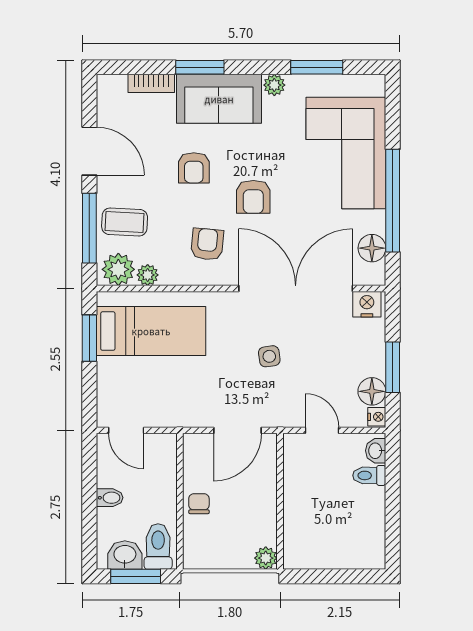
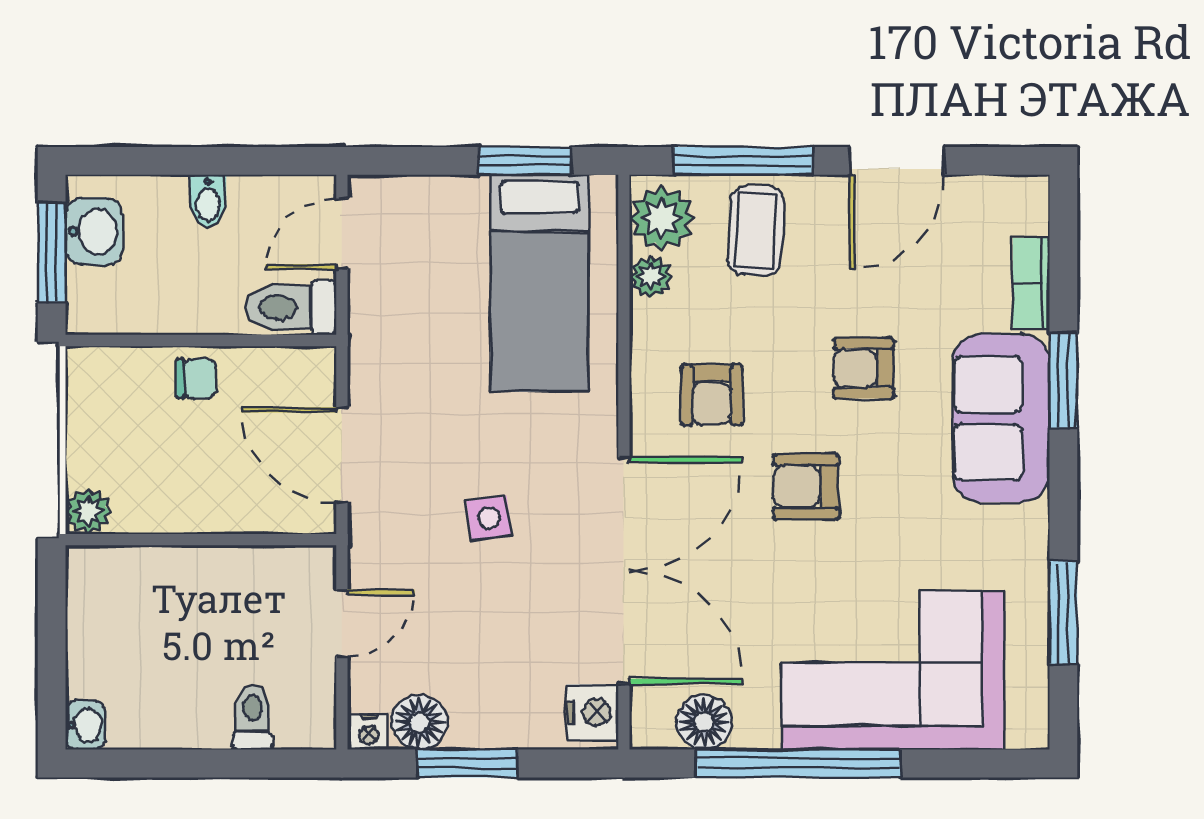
plant: (274, 85) -> (1028, 528), removed
armchair: (207, 244) -> (712, 395), turned 85
washbasin: (376, 451) -> (85, 725), moved, turned 90
toilet: (158, 547) -> (291, 307), moved, turned 180

